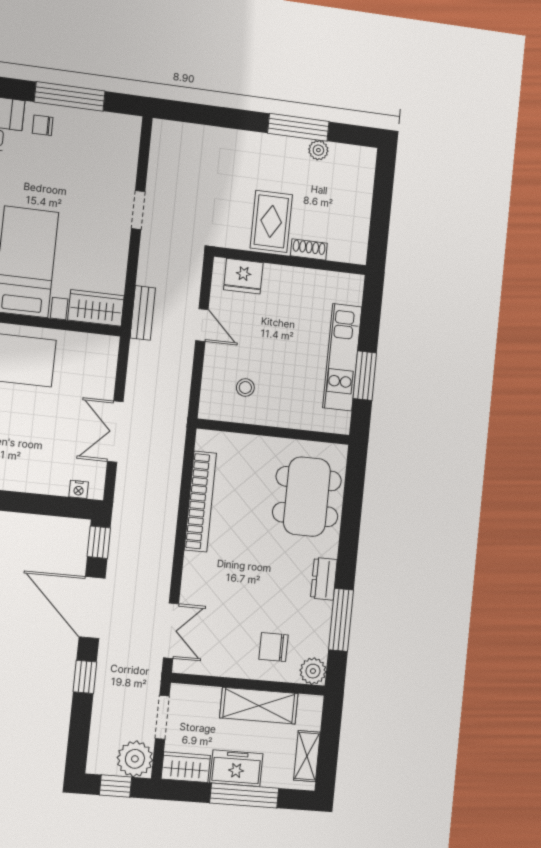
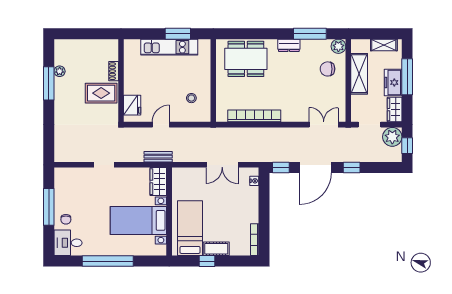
chair: (274, 647) -> (328, 69), turned 90

